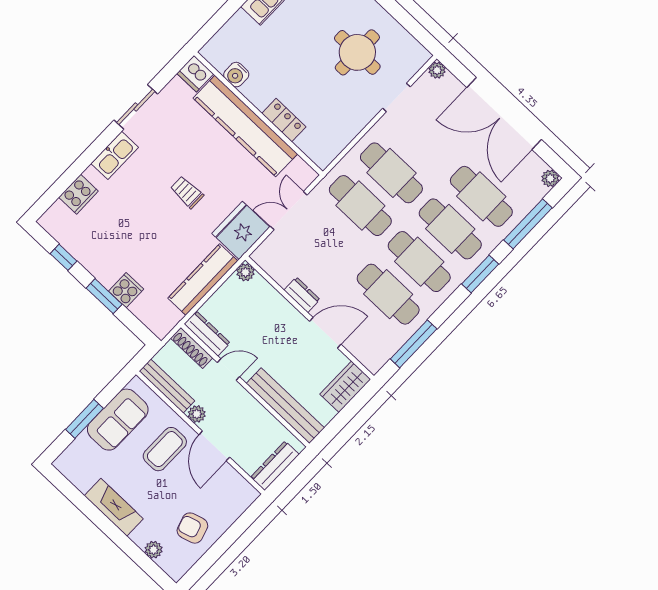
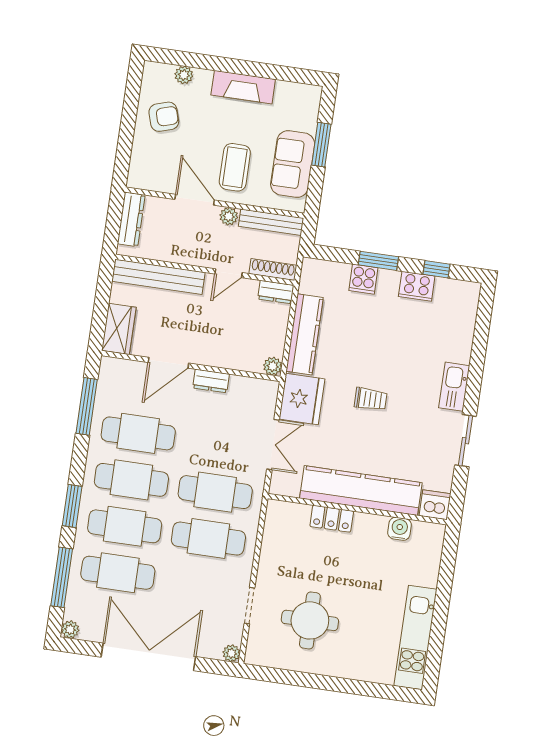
cooker: (79, 194) -> (417, 286), moved, turned -90
dresser: (207, 333) -> (276, 292), width x0.70

